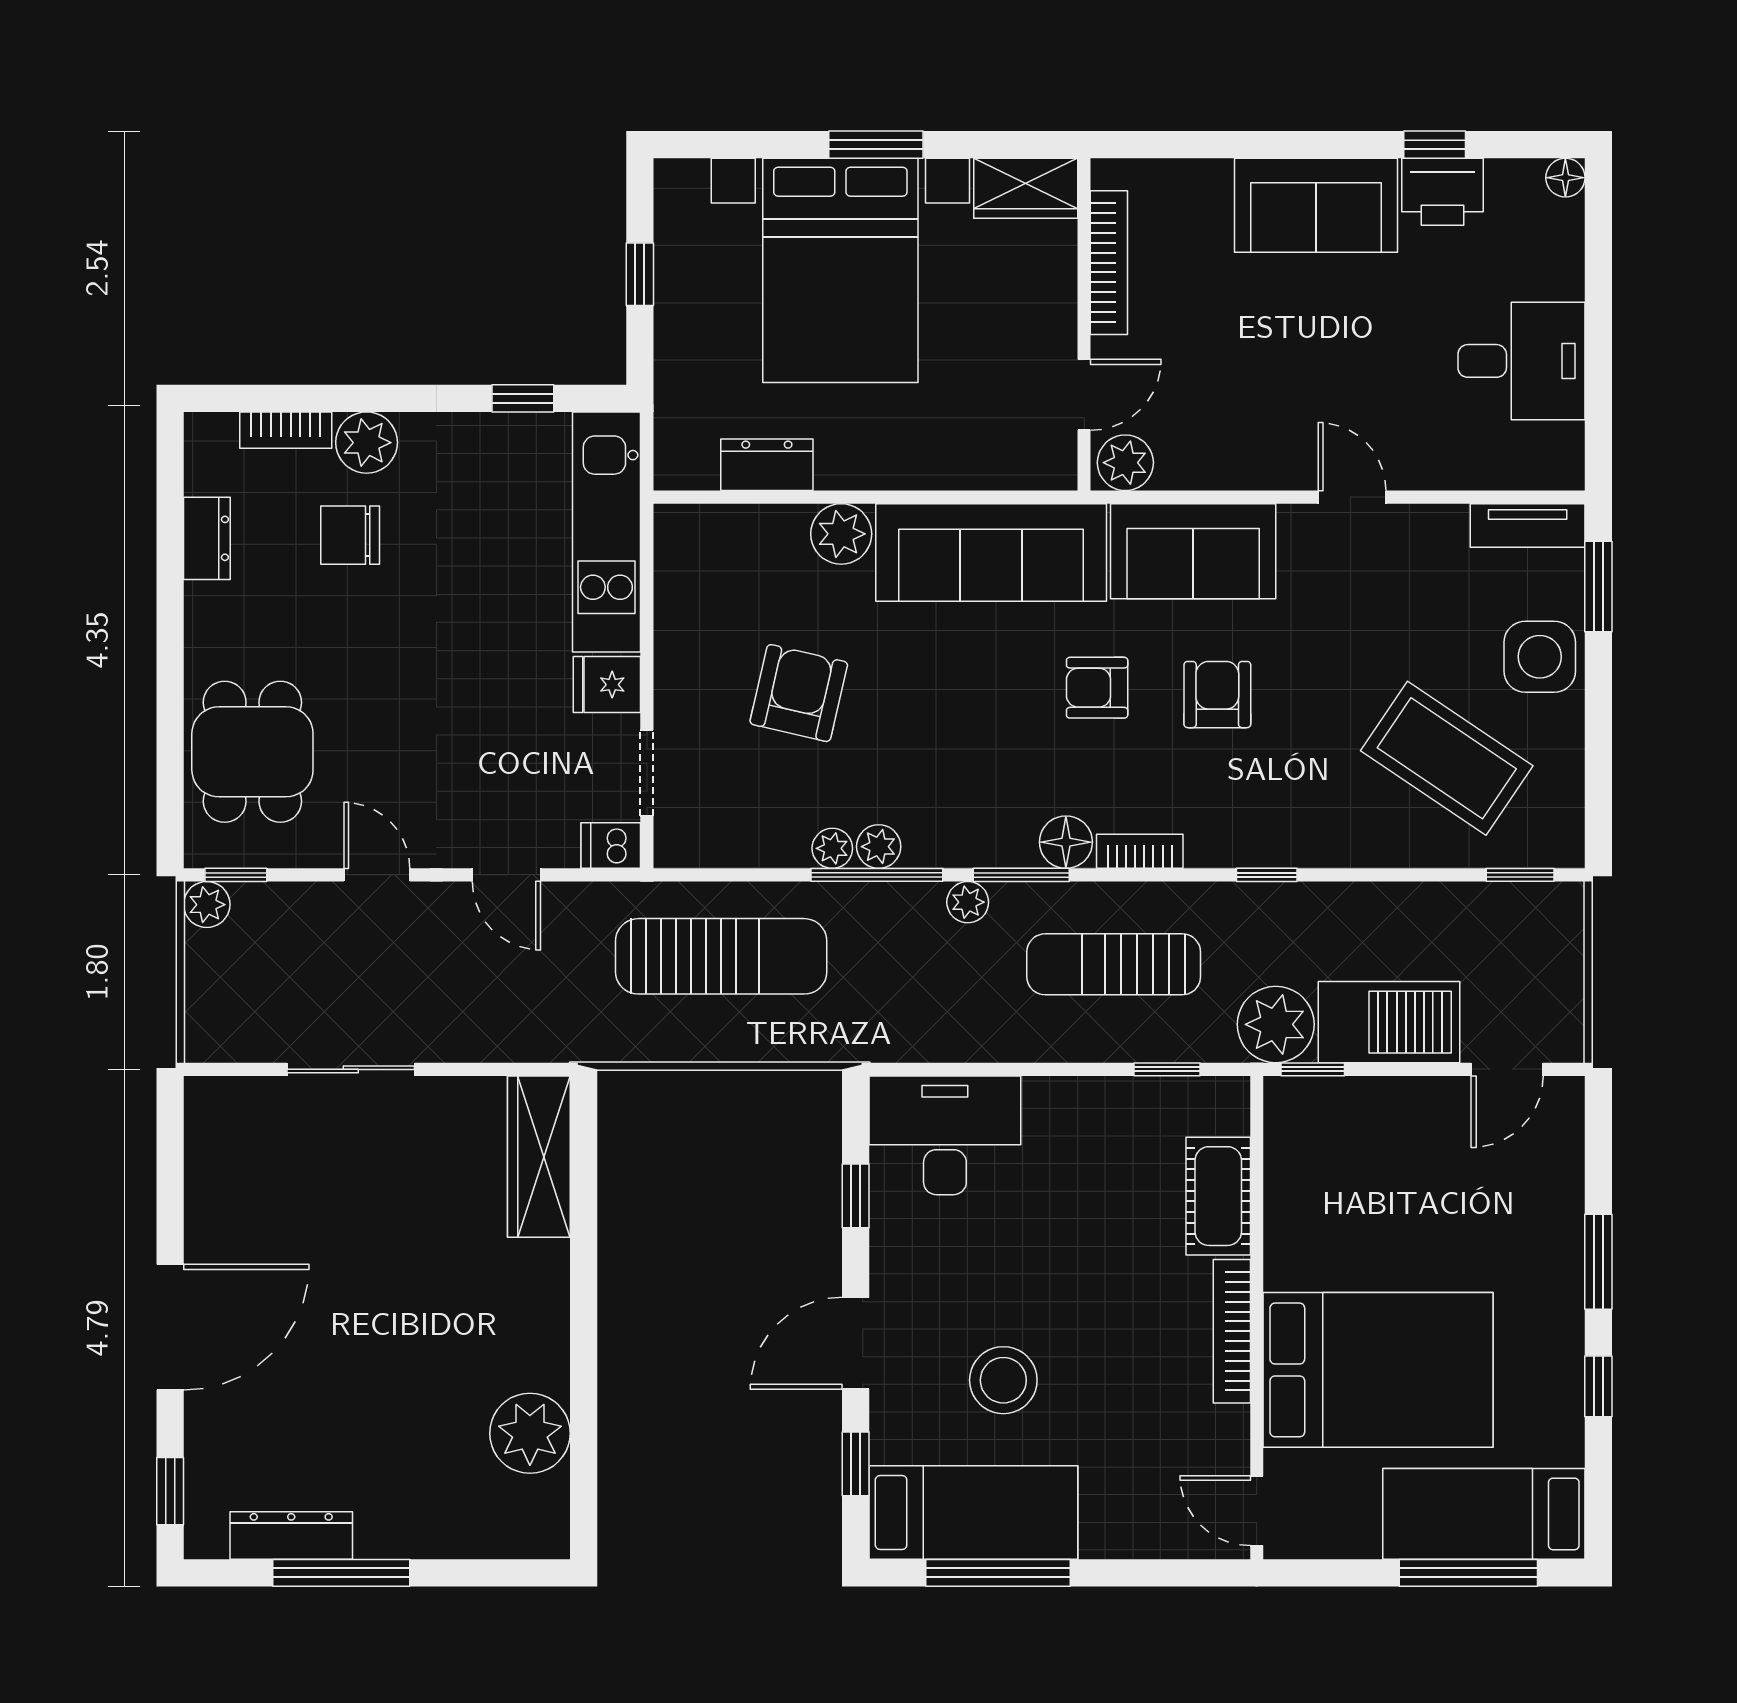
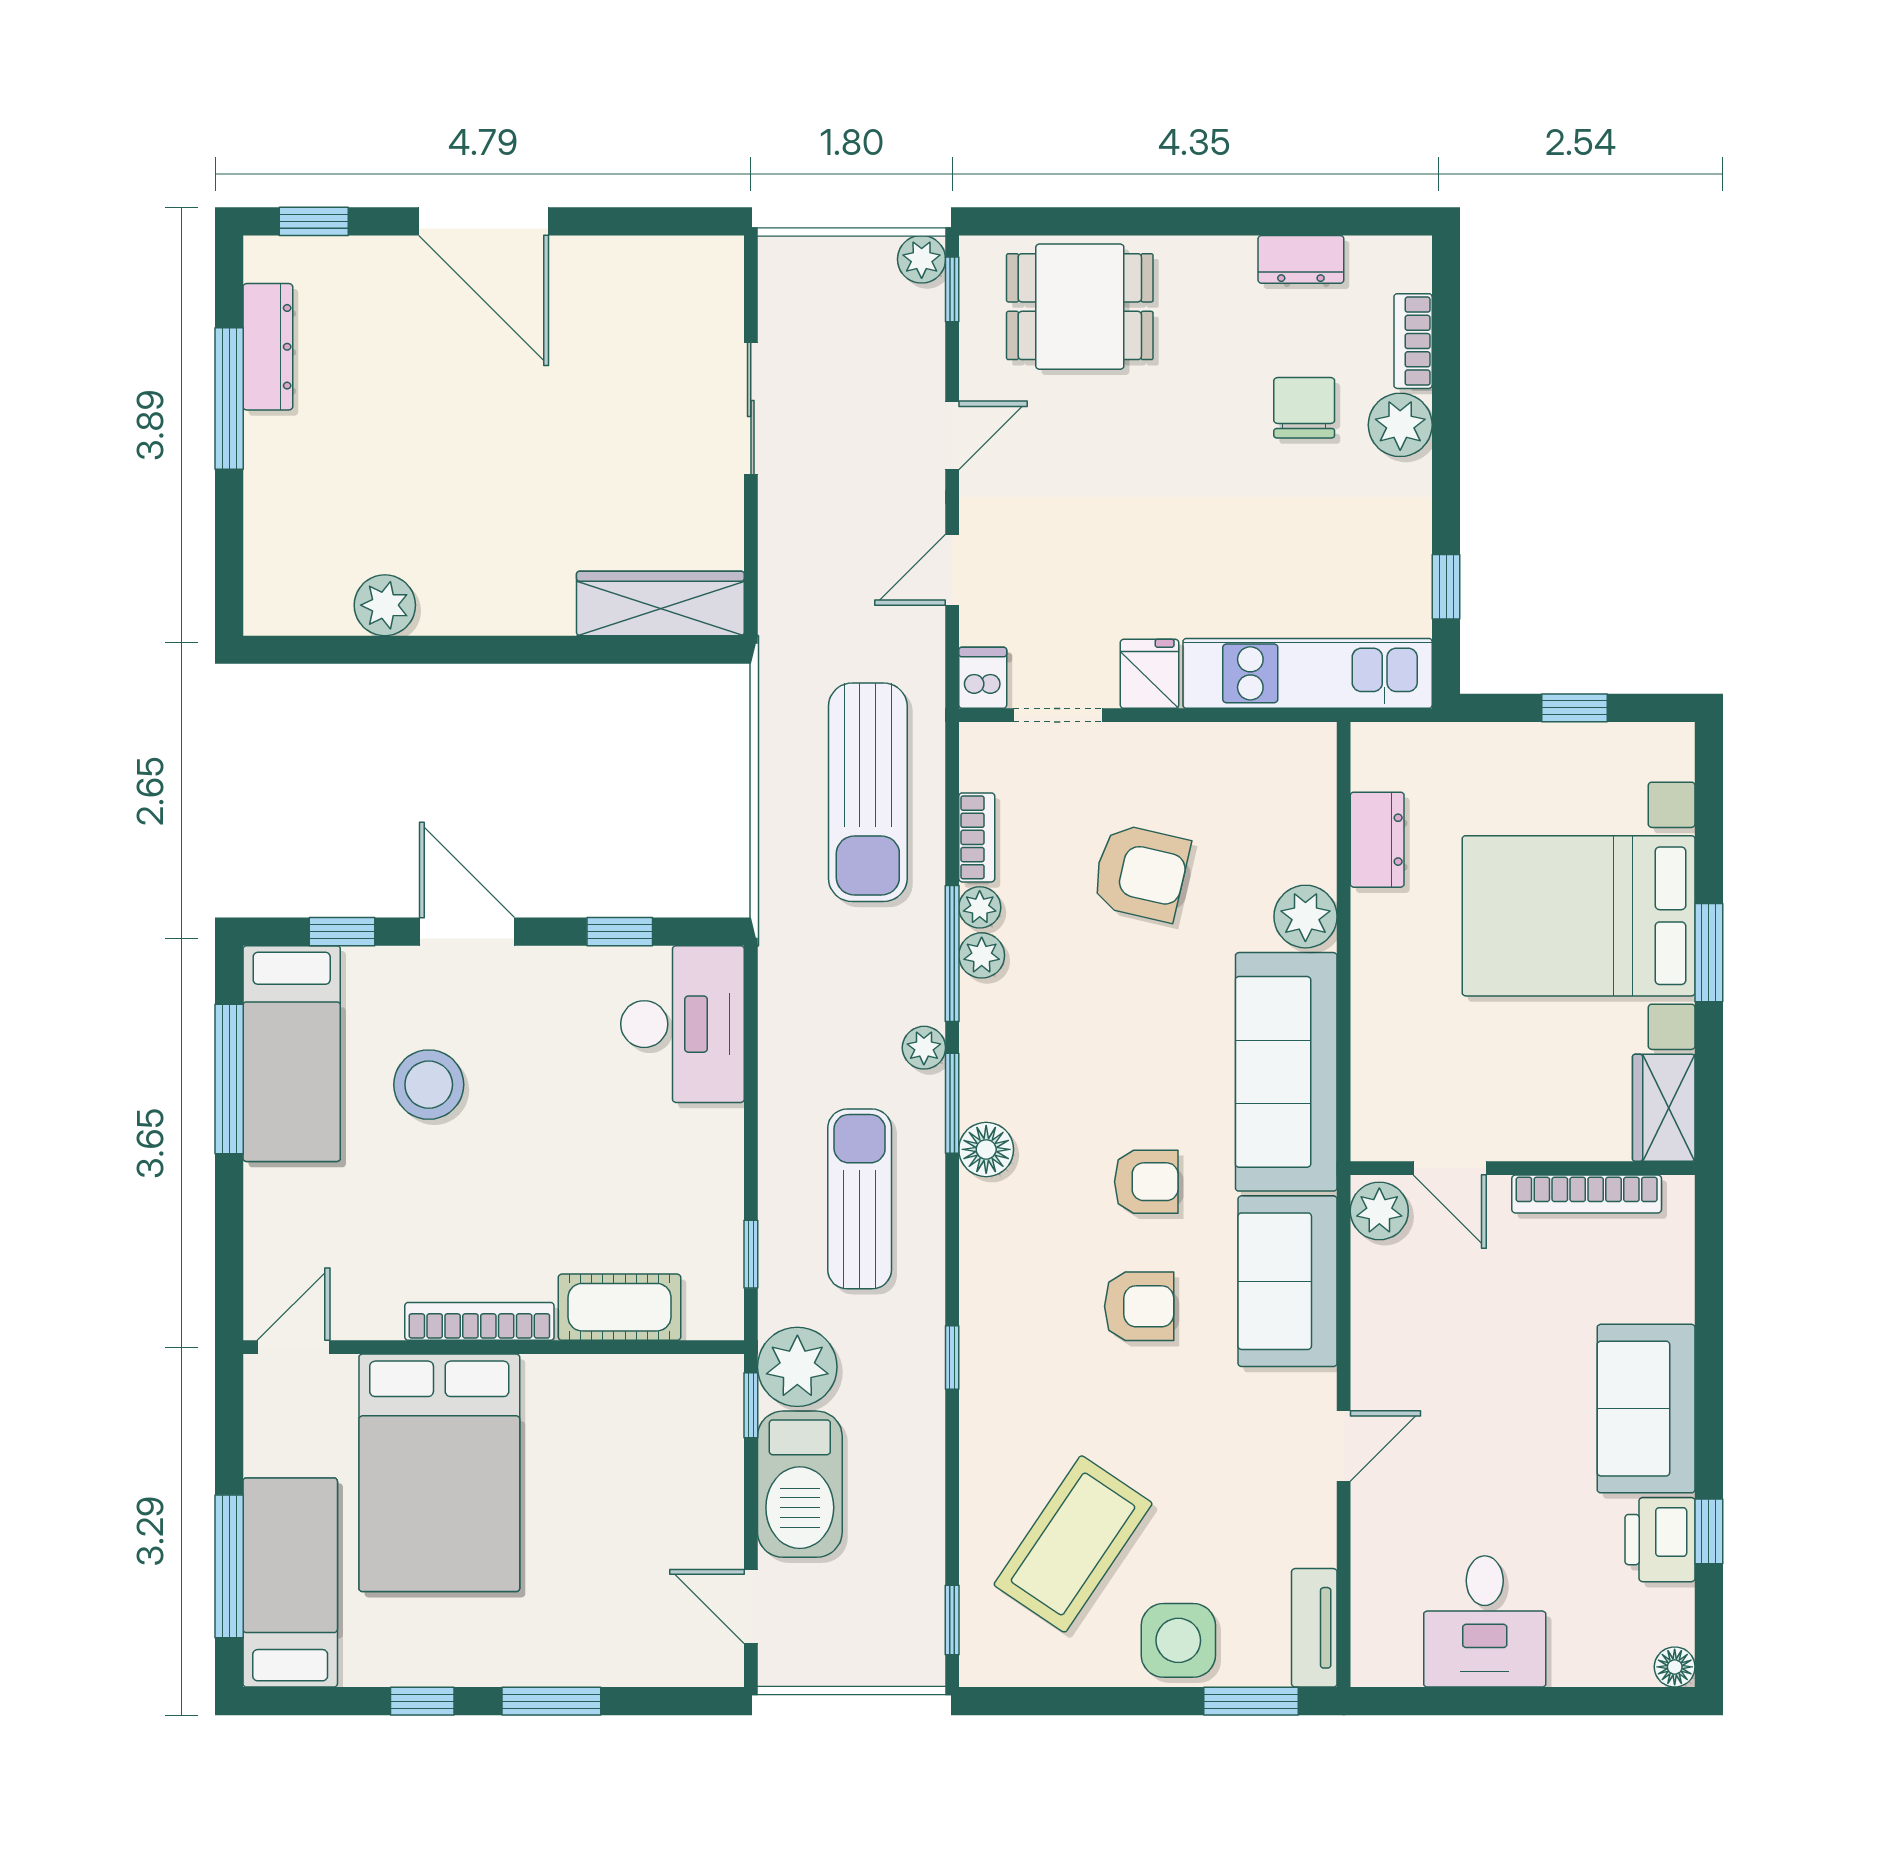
armchair: (1097, 688) -> (1146, 1182), turned 90
bookcase: (1140, 851) -> (977, 837), moved
plant: (530, 1433) -> (385, 605), width x0.73, depth x0.73

